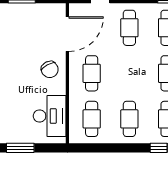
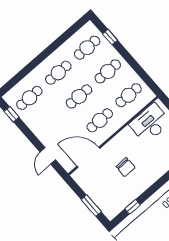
cafe table: (129, 28) -> (79, 97), moved
chair: (50, 69) -> (126, 167), moved, turned 118

